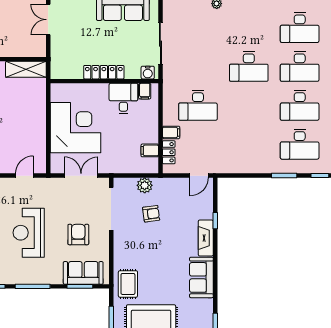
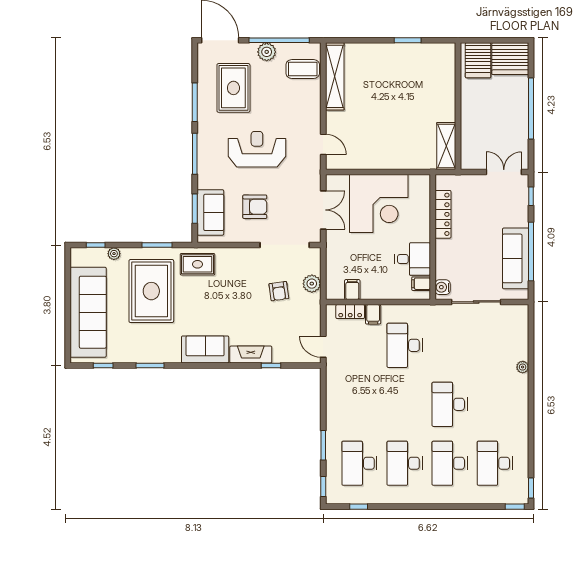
locker: (104, 72) -> (443, 214), moved

